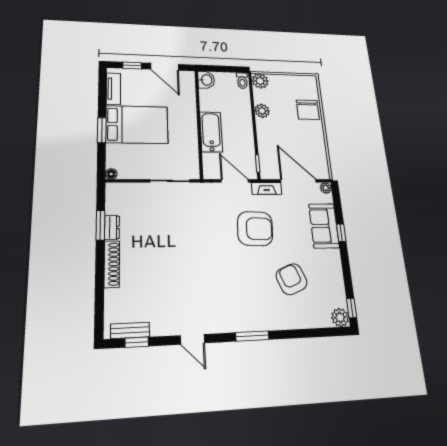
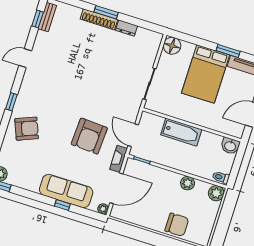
chair: (308, 110) -> (177, 225), turned 180
window: (102, 130) -> (228, 51), moved
floor lamp: (111, 174) -> (172, 46), width x1.89, depth x1.89
door: (235, 181) -> (133, 135), swing flipped
window: (100, 225) -> (106, 12), moved
sofa: (324, 226) -> (66, 191), width x1.36
armchair: (292, 279) -> (27, 129), moved
window: (252, 336) -> (11, 102), width x0.67

